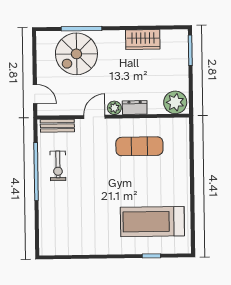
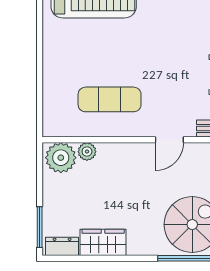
dresser: (135, 107) -> (62, 246), moved, turned 180
plant: (114, 108) -> (87, 152), moved

